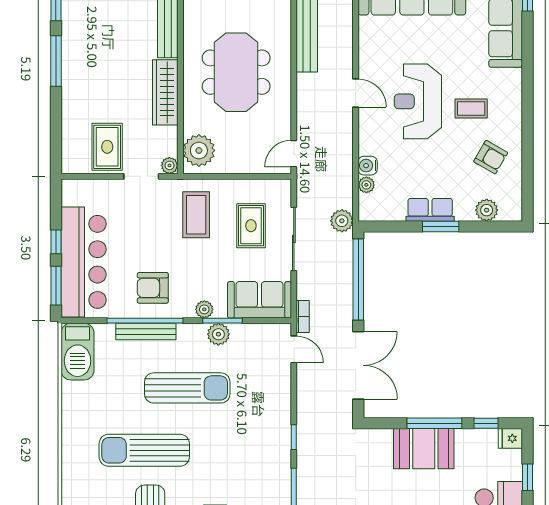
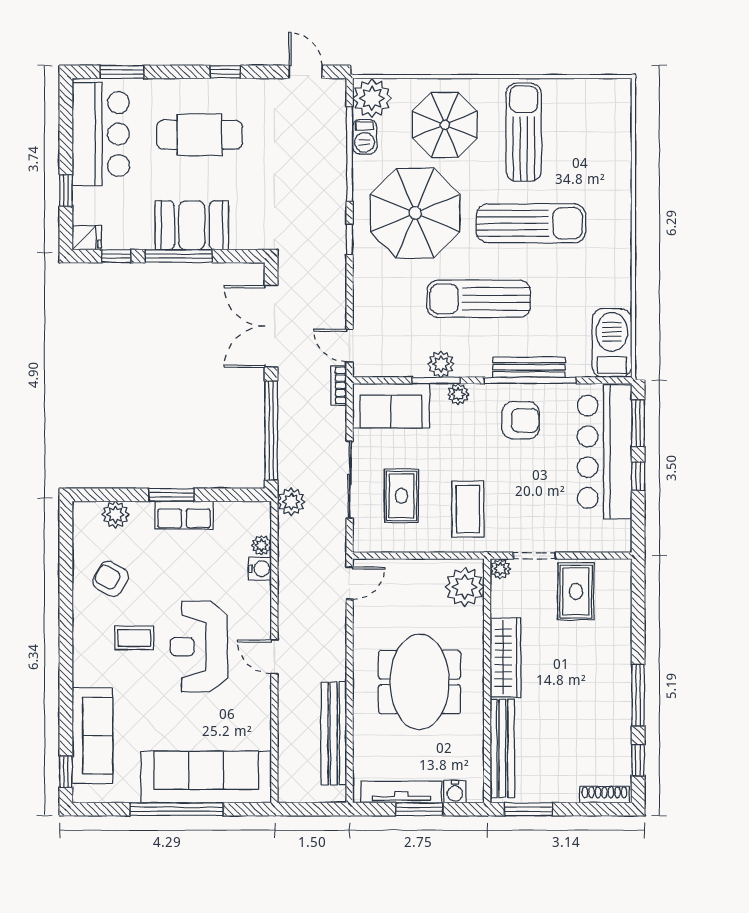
reception desk: (418, 101) -> (199, 647), turned 180
parasol: (240, 459) -> (415, 213), added

